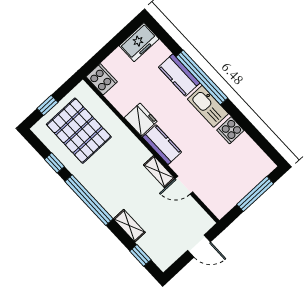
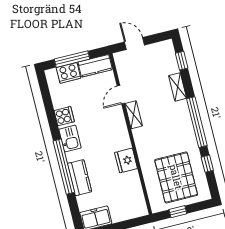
cooker: (102, 79) -> (68, 73), moved, turned -90
window: (47, 105) -> (178, 212), moved
kitchen sink: (208, 106) -> (70, 139), width x0.73
kitchen counter: (162, 145) -> (95, 66), moved, turned -90
door: (184, 185) -> (121, 95), swing flipped

